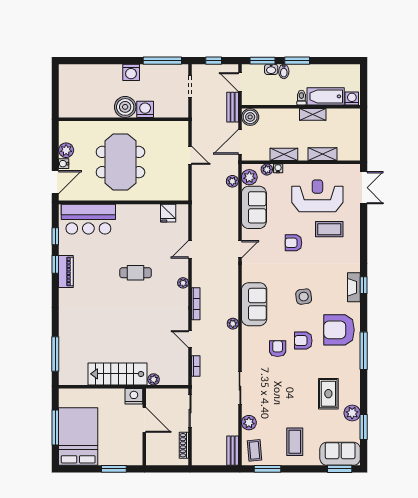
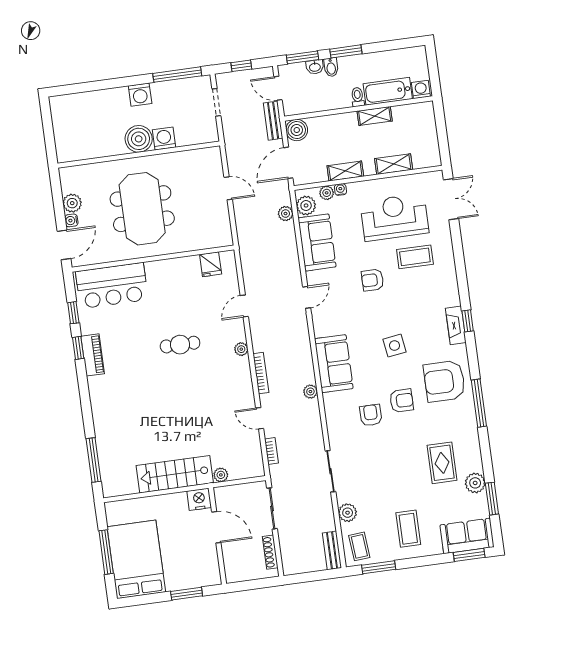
armchair: (303, 341) -> (401, 401), turned 180

